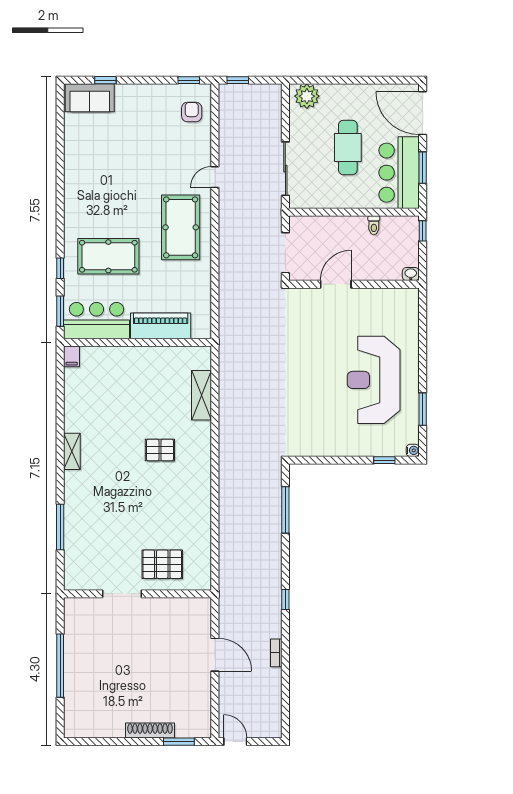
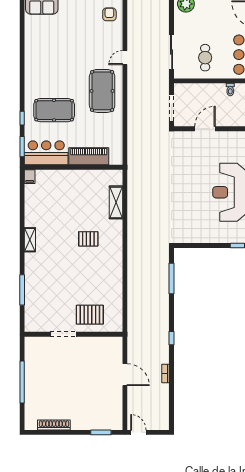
cafe table: (348, 148) -> (205, 58), moved, width x0.73, depth x0.74
shoe rack: (150, 730) -> (54, 425), moved

